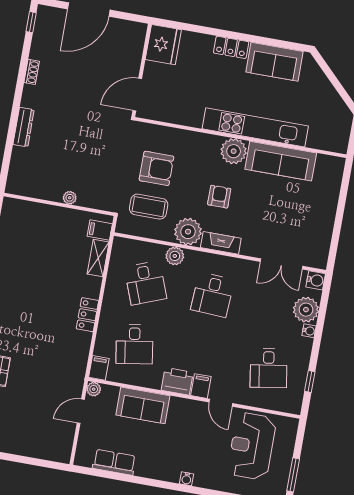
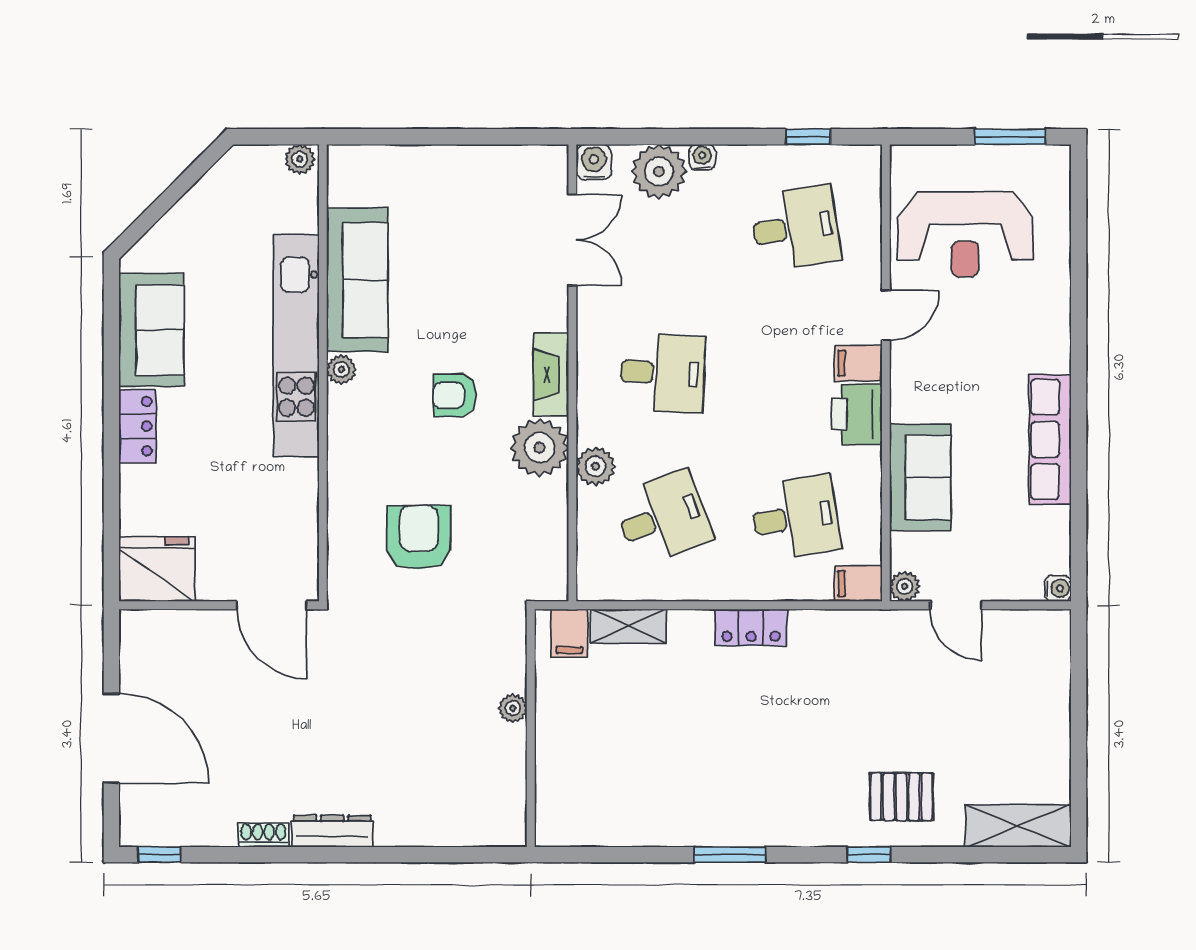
dresser: (24, 127) -> (332, 831), moved
plant: (341, 144) -> (300, 159), added
plant: (234, 151) -> (341, 369), width x0.53, depth x0.53
coffee table: (149, 207) -> (502, 539), removed
row of seats: (114, 462) -> (1050, 439), moved, width x1.48
water cooler: (186, 479) -> (1058, 588), moved

